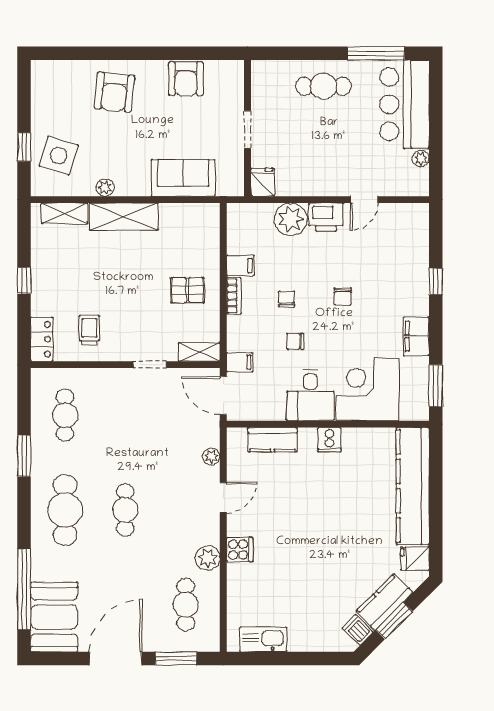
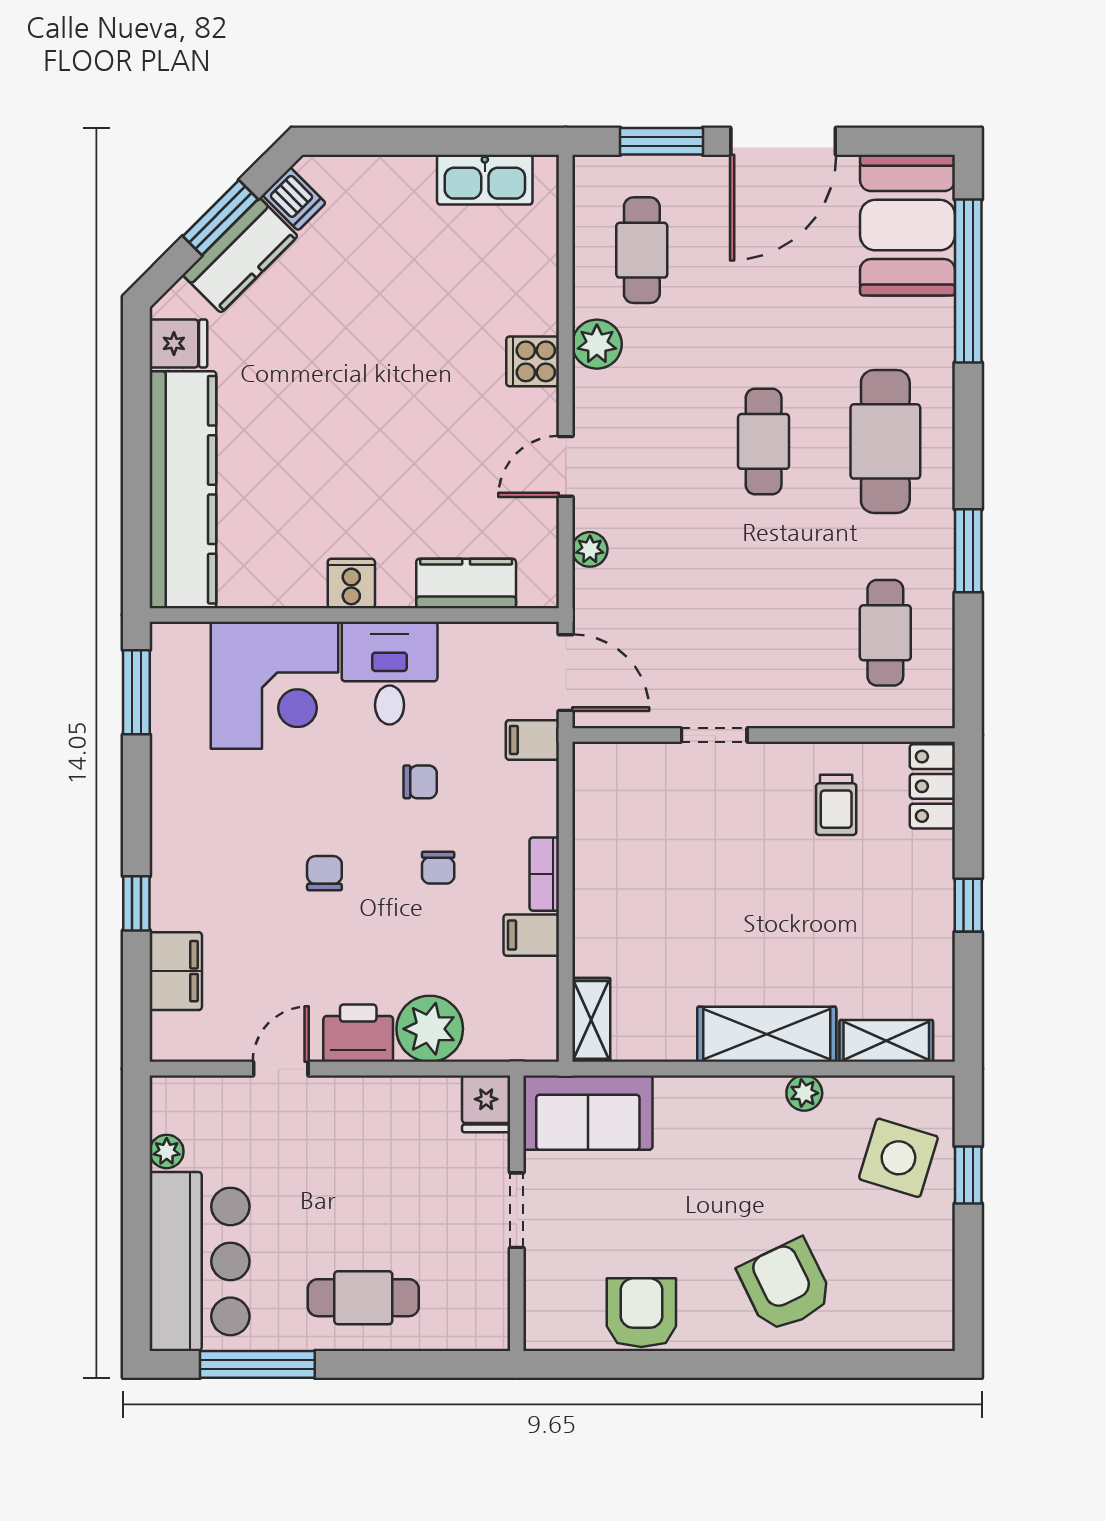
armchair: (114, 92) -> (786, 1286), turned -32
sofa: (183, 178) -> (588, 1113), moved
pallet: (187, 290) -> (638, 886), removed
filing cabinet: (416, 336) -> (176, 971), moved
shelving: (199, 352) -> (591, 1020), moved, turned 90

